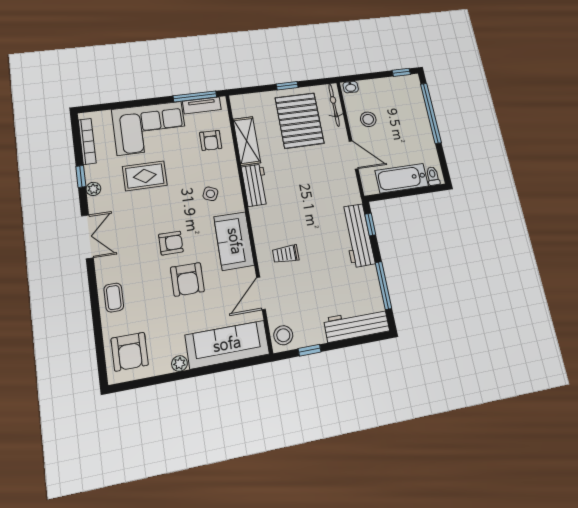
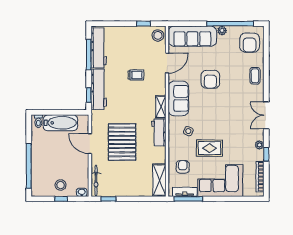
window: (401, 72) -> (61, 199), moved
window: (287, 86) -> (108, 199), moved
stool: (368, 119) -> (61, 185), moved
pallet: (299, 120) -> (122, 142), moved
shelving: (247, 141) -> (159, 180), moved
rug: (145, 176) -> (209, 148), moved
shelving: (259, 224) -> (161, 107), added
armchair: (171, 243) -> (217, 103), removed
trolley: (286, 254) -> (136, 75), moved
armchair: (187, 279) -> (210, 79), turned 180
workbench: (357, 325) -> (99, 48), moved, turned -90
armchair: (130, 352) -> (250, 43), turned 180
window: (167, 378) -> (230, 24), added

